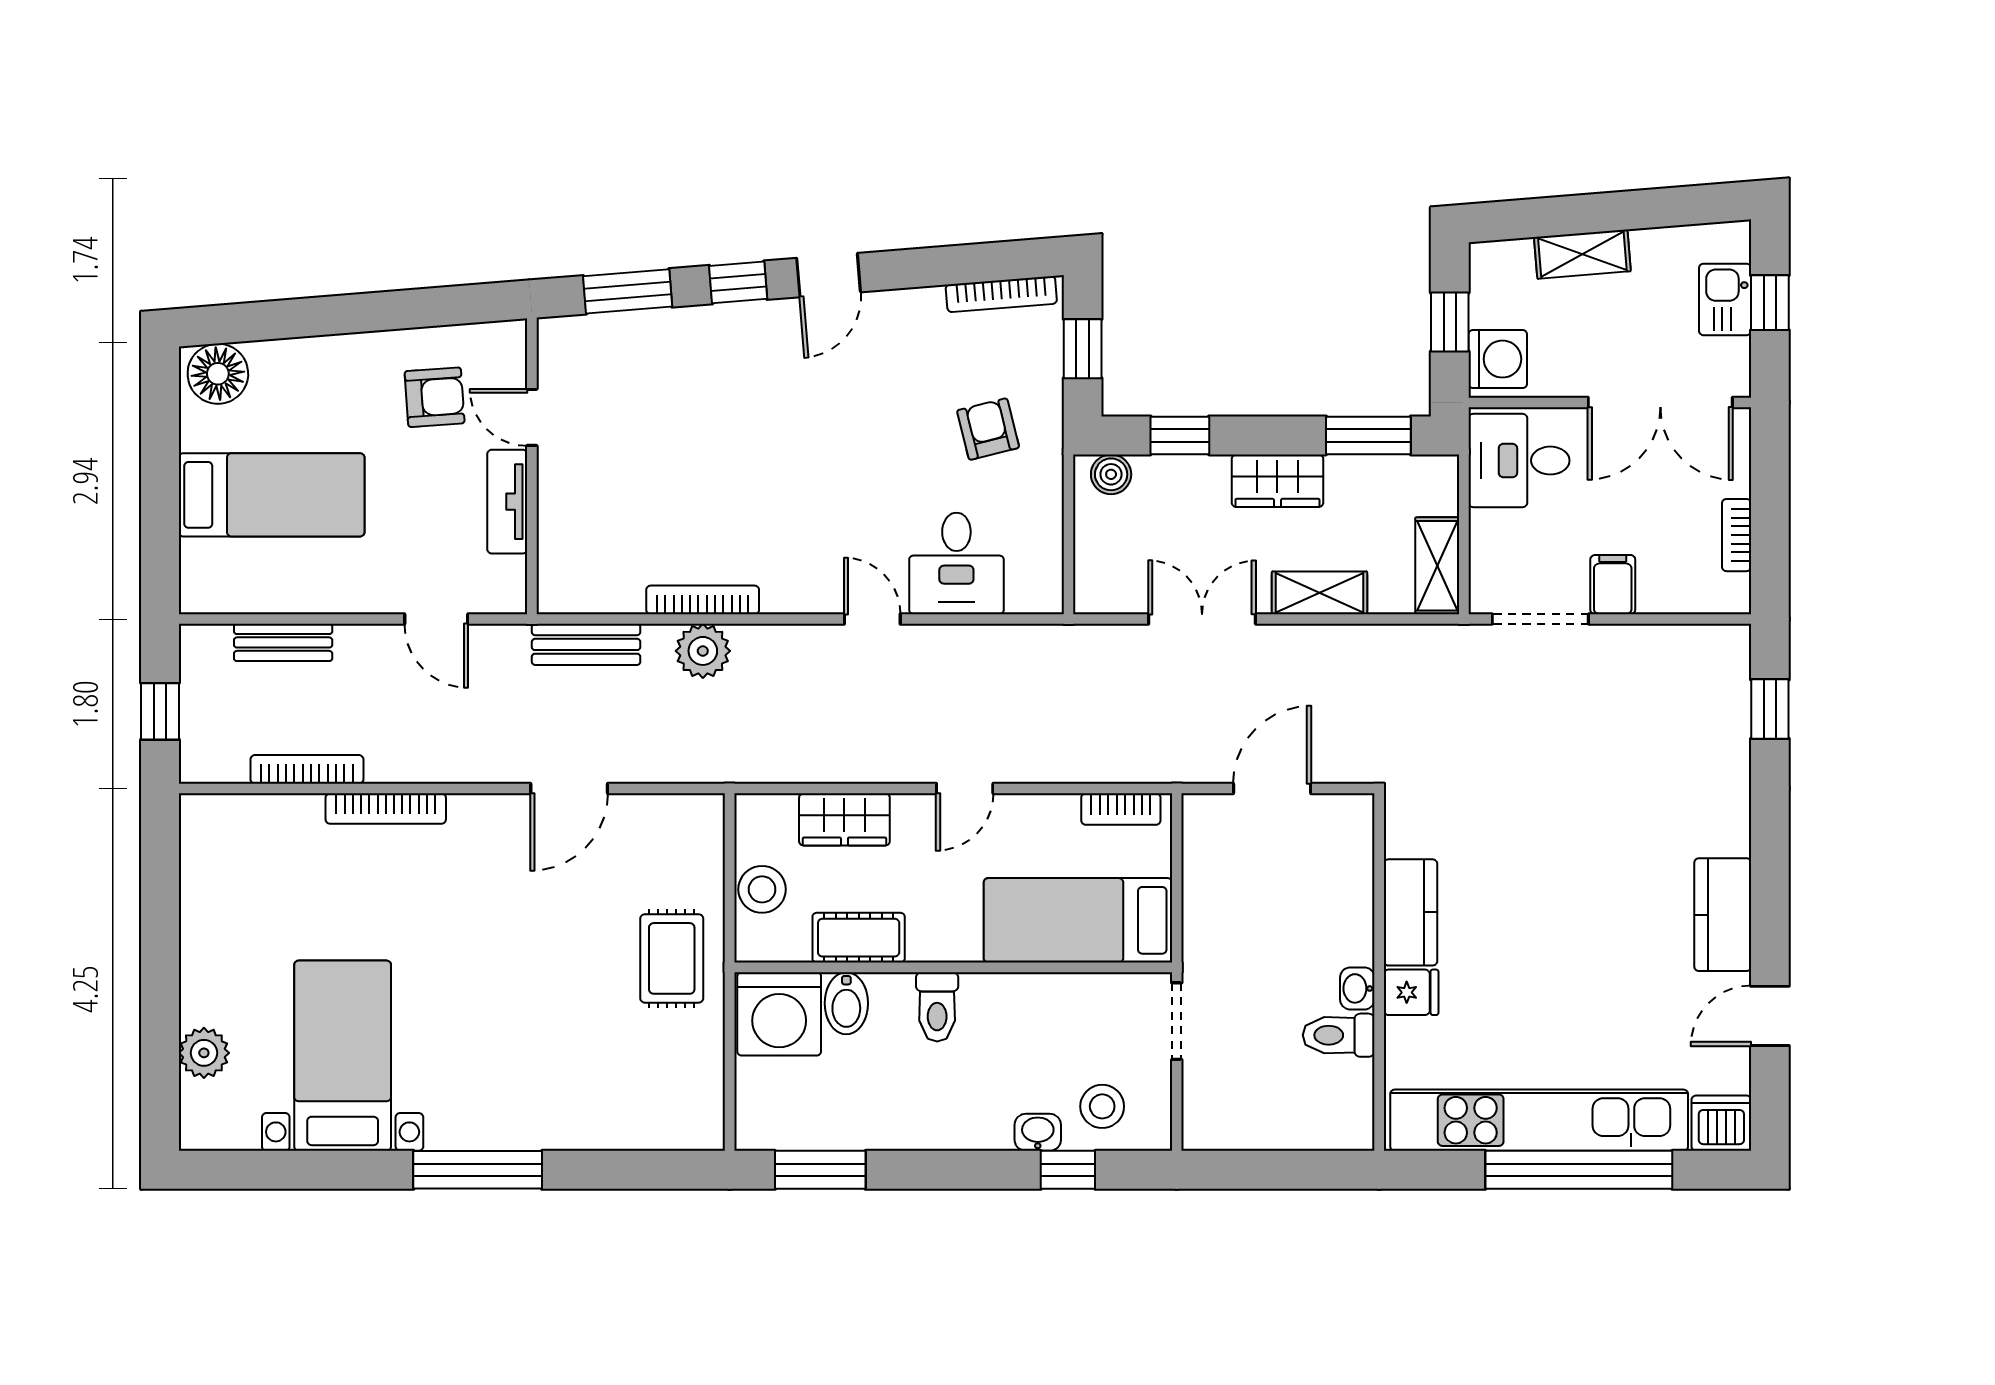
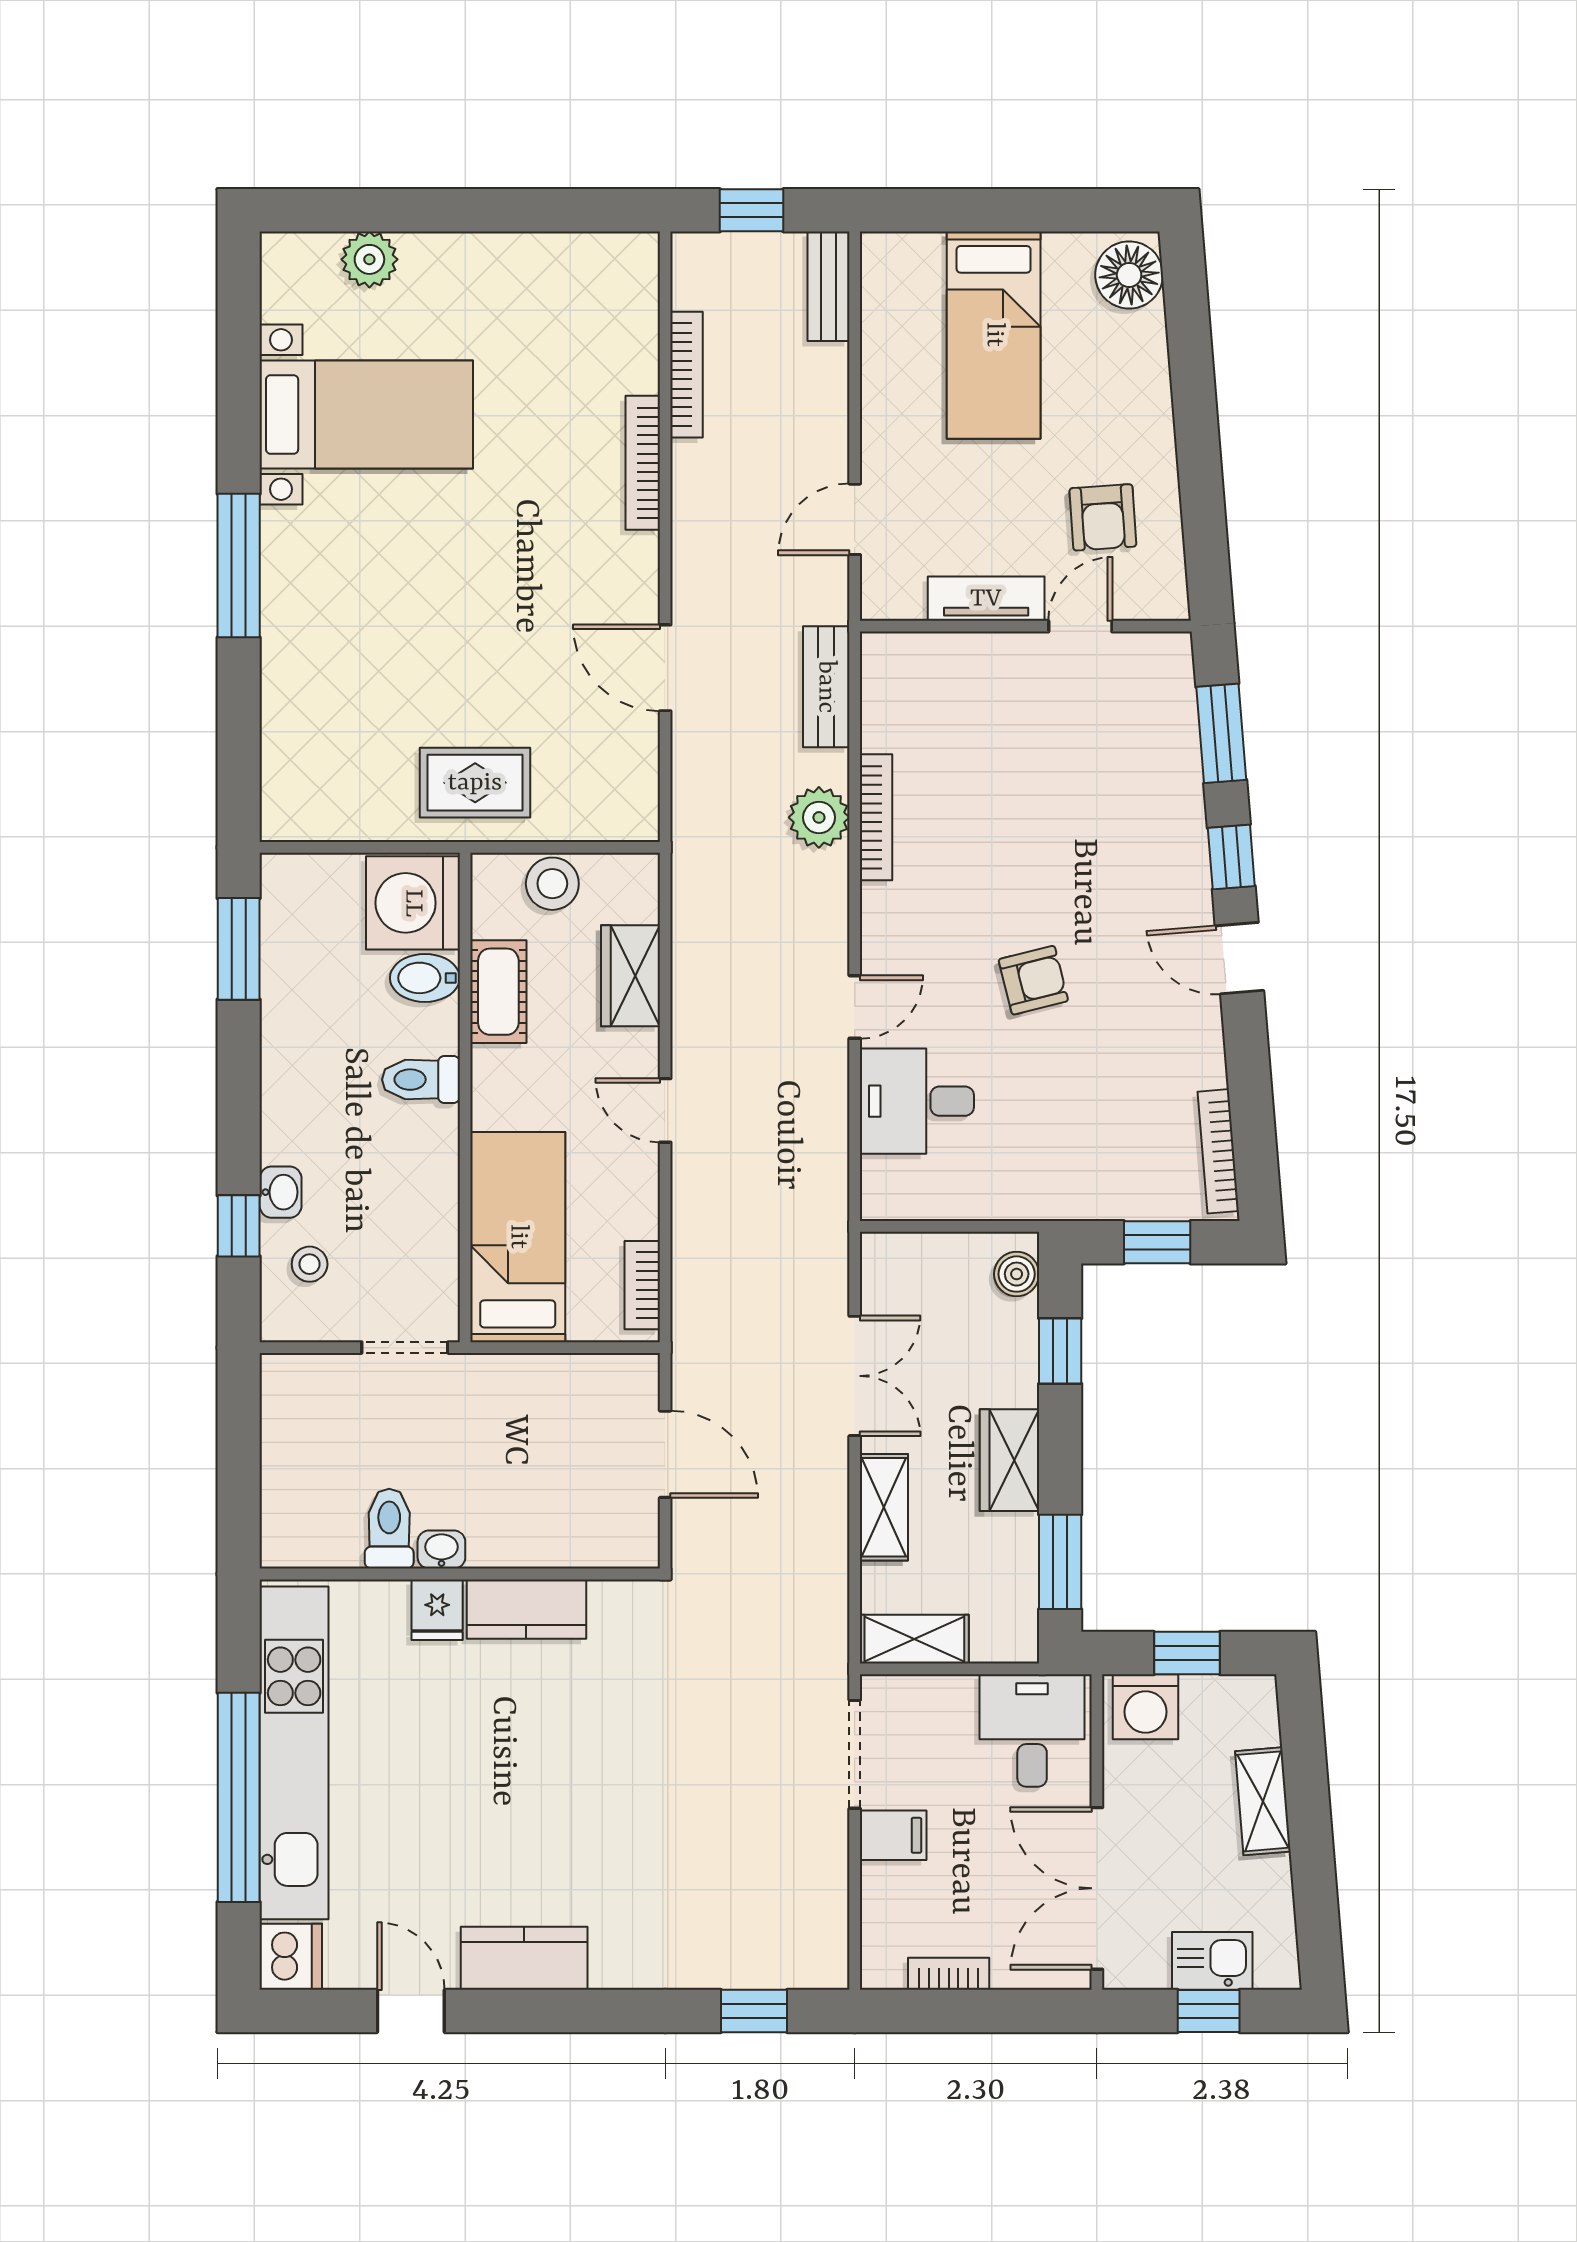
armchair: (988, 429) -> (1033, 980), moved
bench: (283, 642) -> (828, 286), moved
stool: (1102, 1106) -> (310, 1264), width x0.73, depth x0.73

